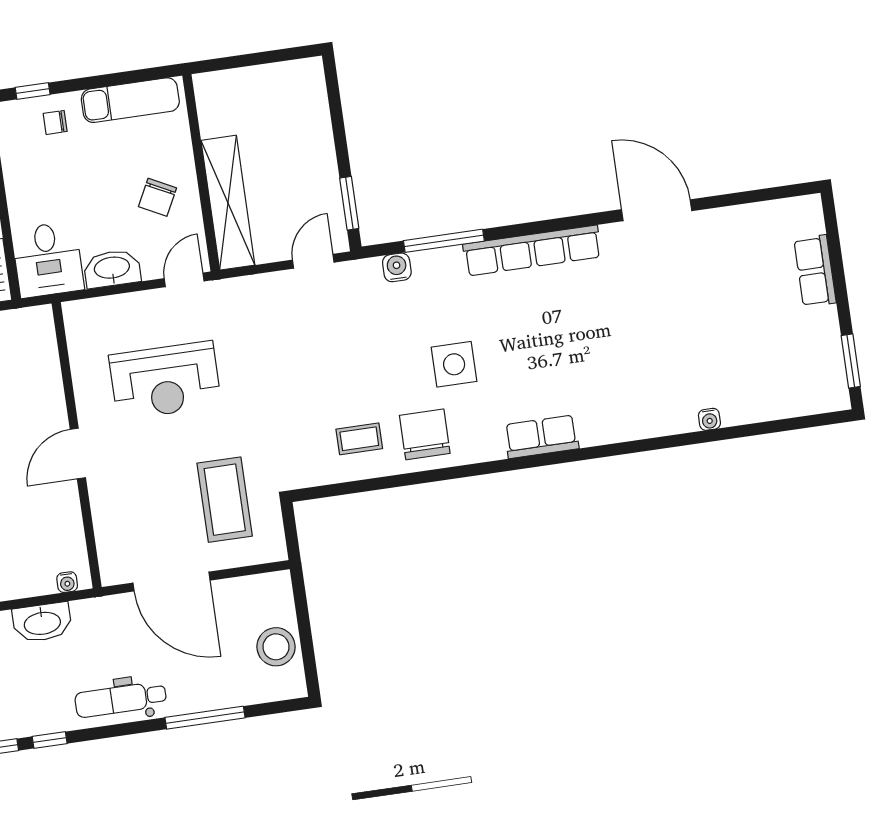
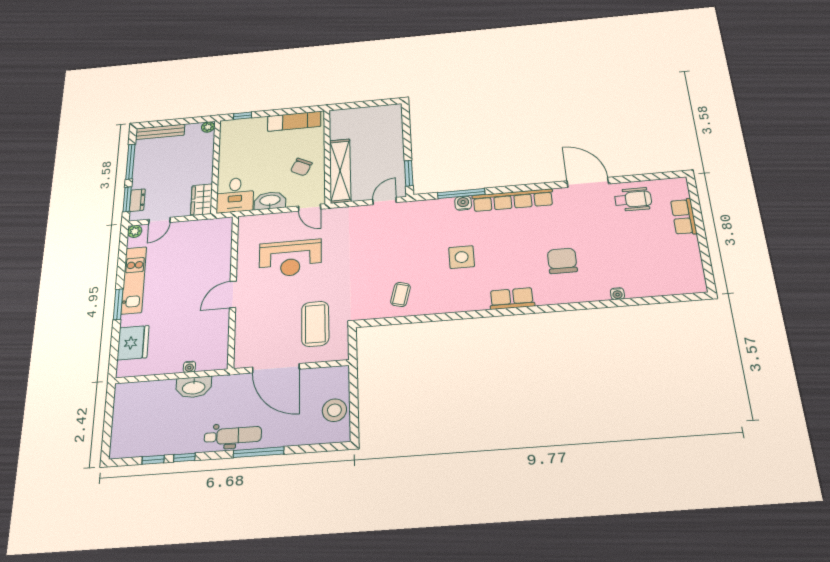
chair: (55, 122) -> (252, 130), removed
wheelchair: (733, 241) -> (633, 199), added
water cooler: (397, 267) -> (463, 203), moved
door: (184, 280) -> (310, 208), swing flipped
window: (851, 361) -> (707, 266), removed
chair: (425, 434) -> (562, 261), moved
coffee table: (359, 439) -> (401, 294), turned -75
water cooler: (67, 582) -> (189, 367), moved
dental chair: (121, 699) -> (233, 436), turned 180
window: (205, 718) -> (259, 452), moved

